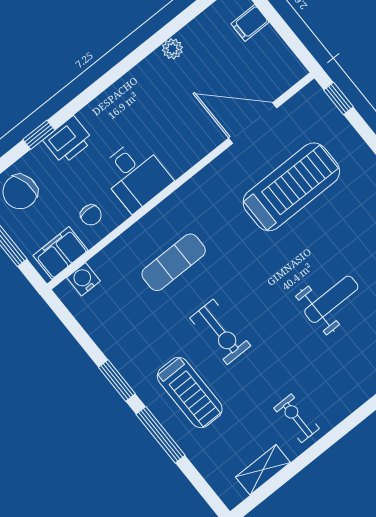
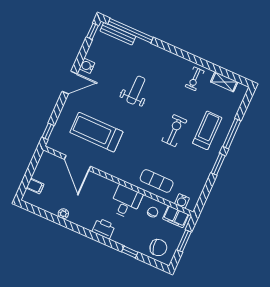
printer: (68, 140) -> (104, 228), moved
exercise mat: (174, 262) -> (157, 181), moved
weight bench: (331, 299) -> (136, 90), turned 90

